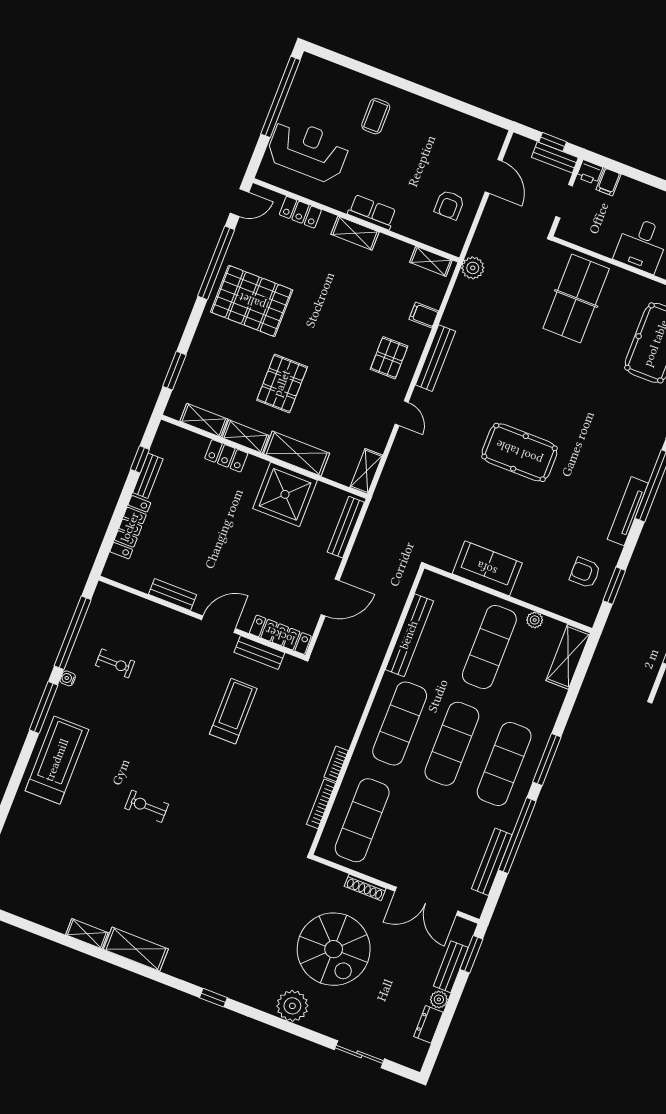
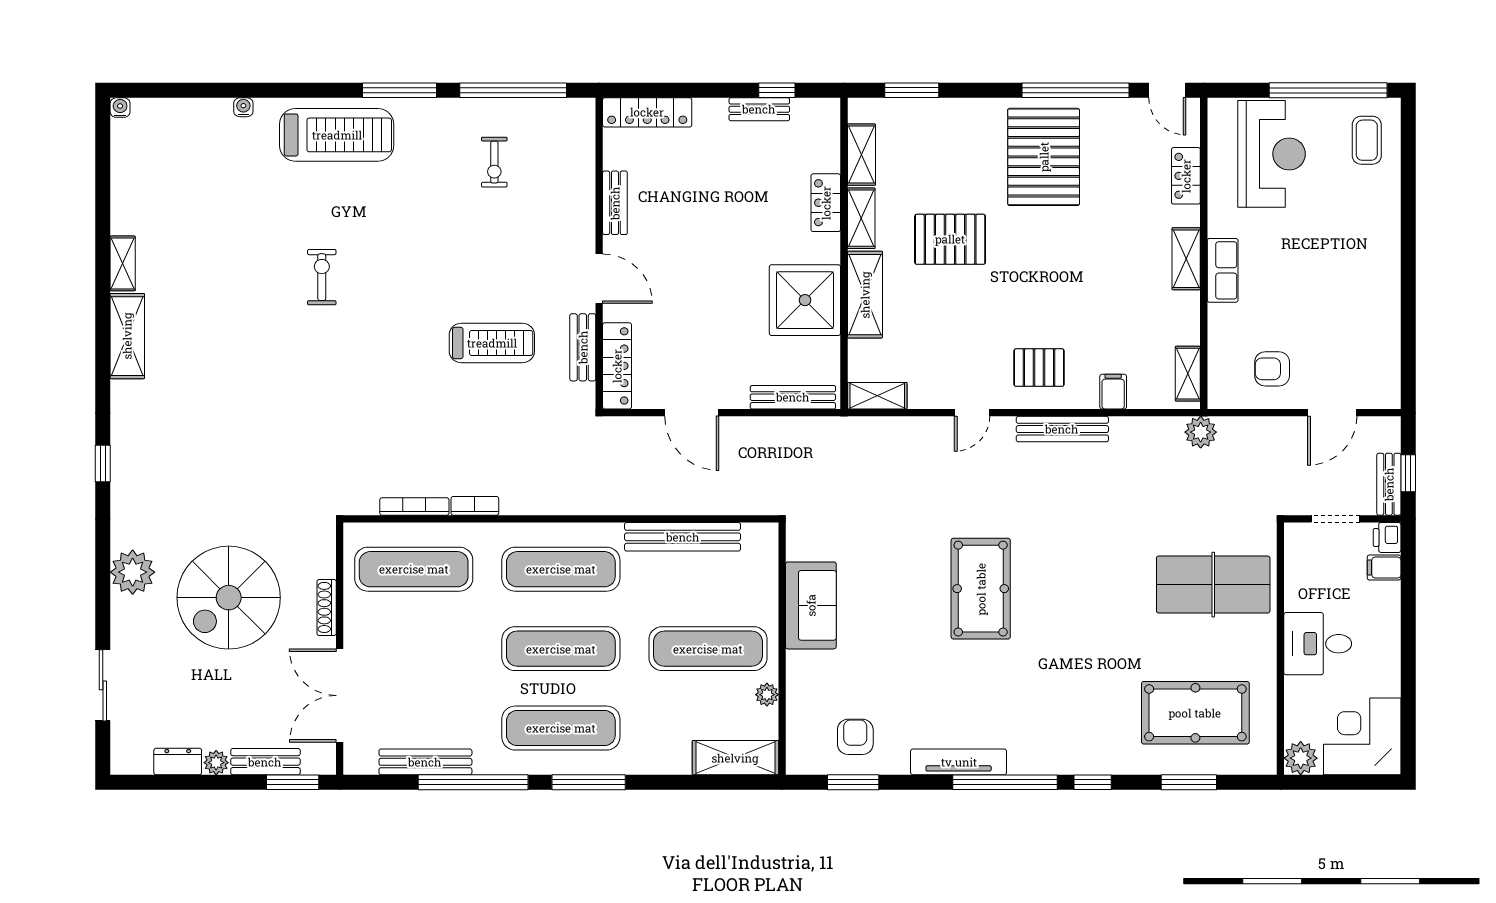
coffee table: (376, 116) -> (1367, 140), moved, turned 90
locker: (130, 527) -> (647, 112), moved
water cooler: (68, 678) -> (243, 107), moved

